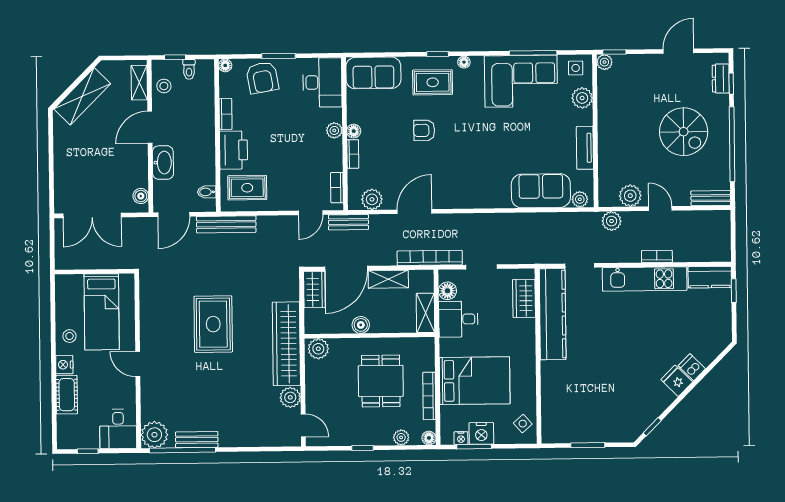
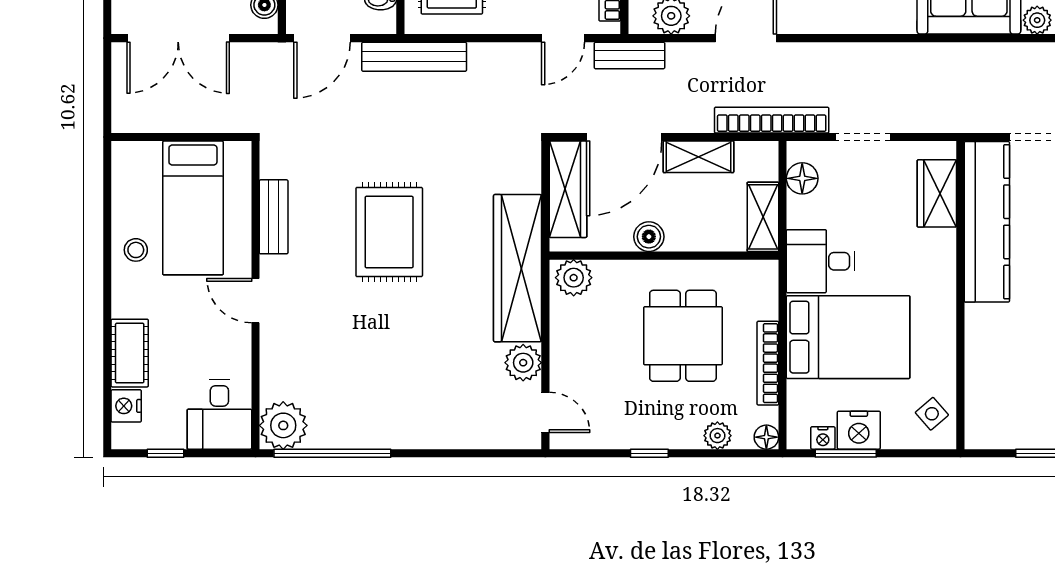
wardrobe: (314, 289) -> (568, 189), width x1.50
desk: (458, 319) -> (821, 261), moved
nightstand: (64, 365) -> (126, 406), moved
bench: (197, 440) -> (274, 217), moved, turned 90

